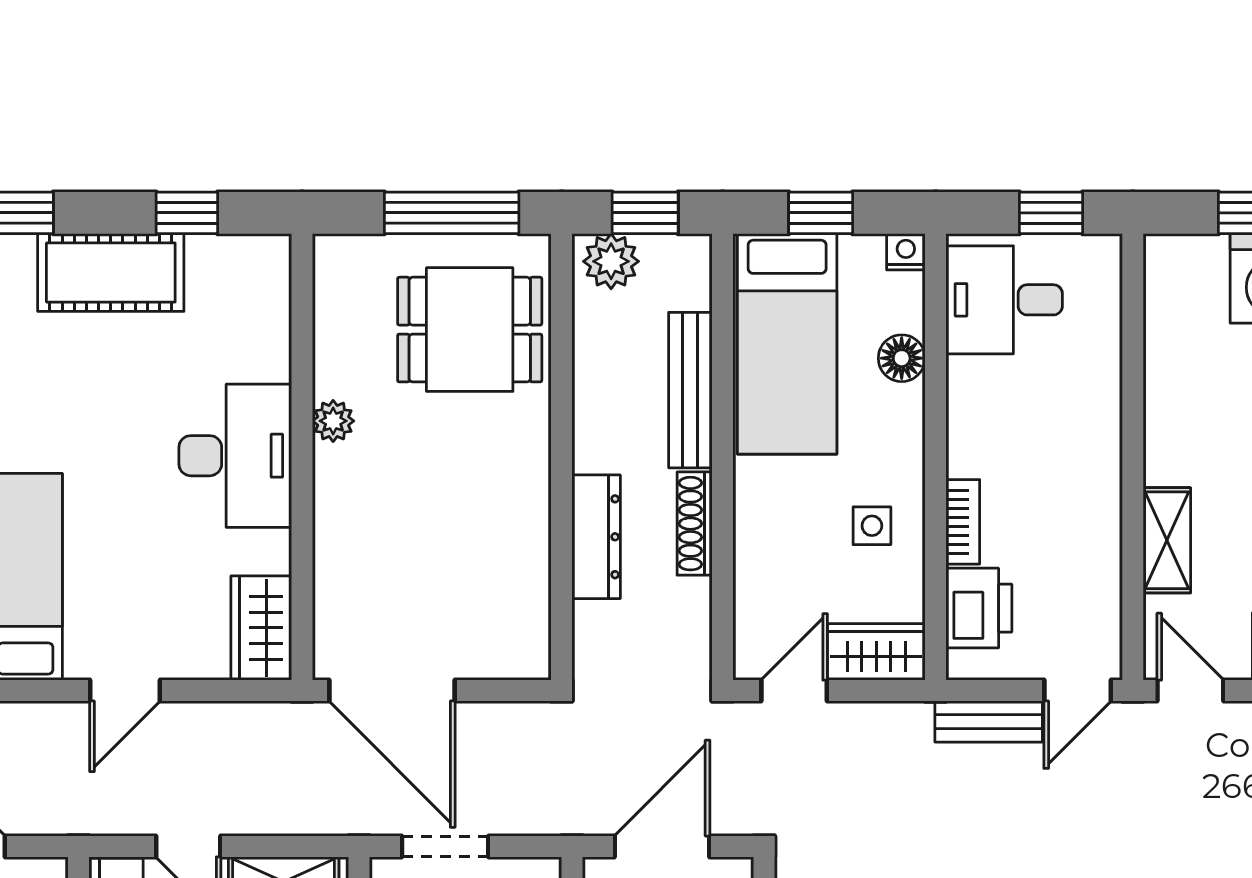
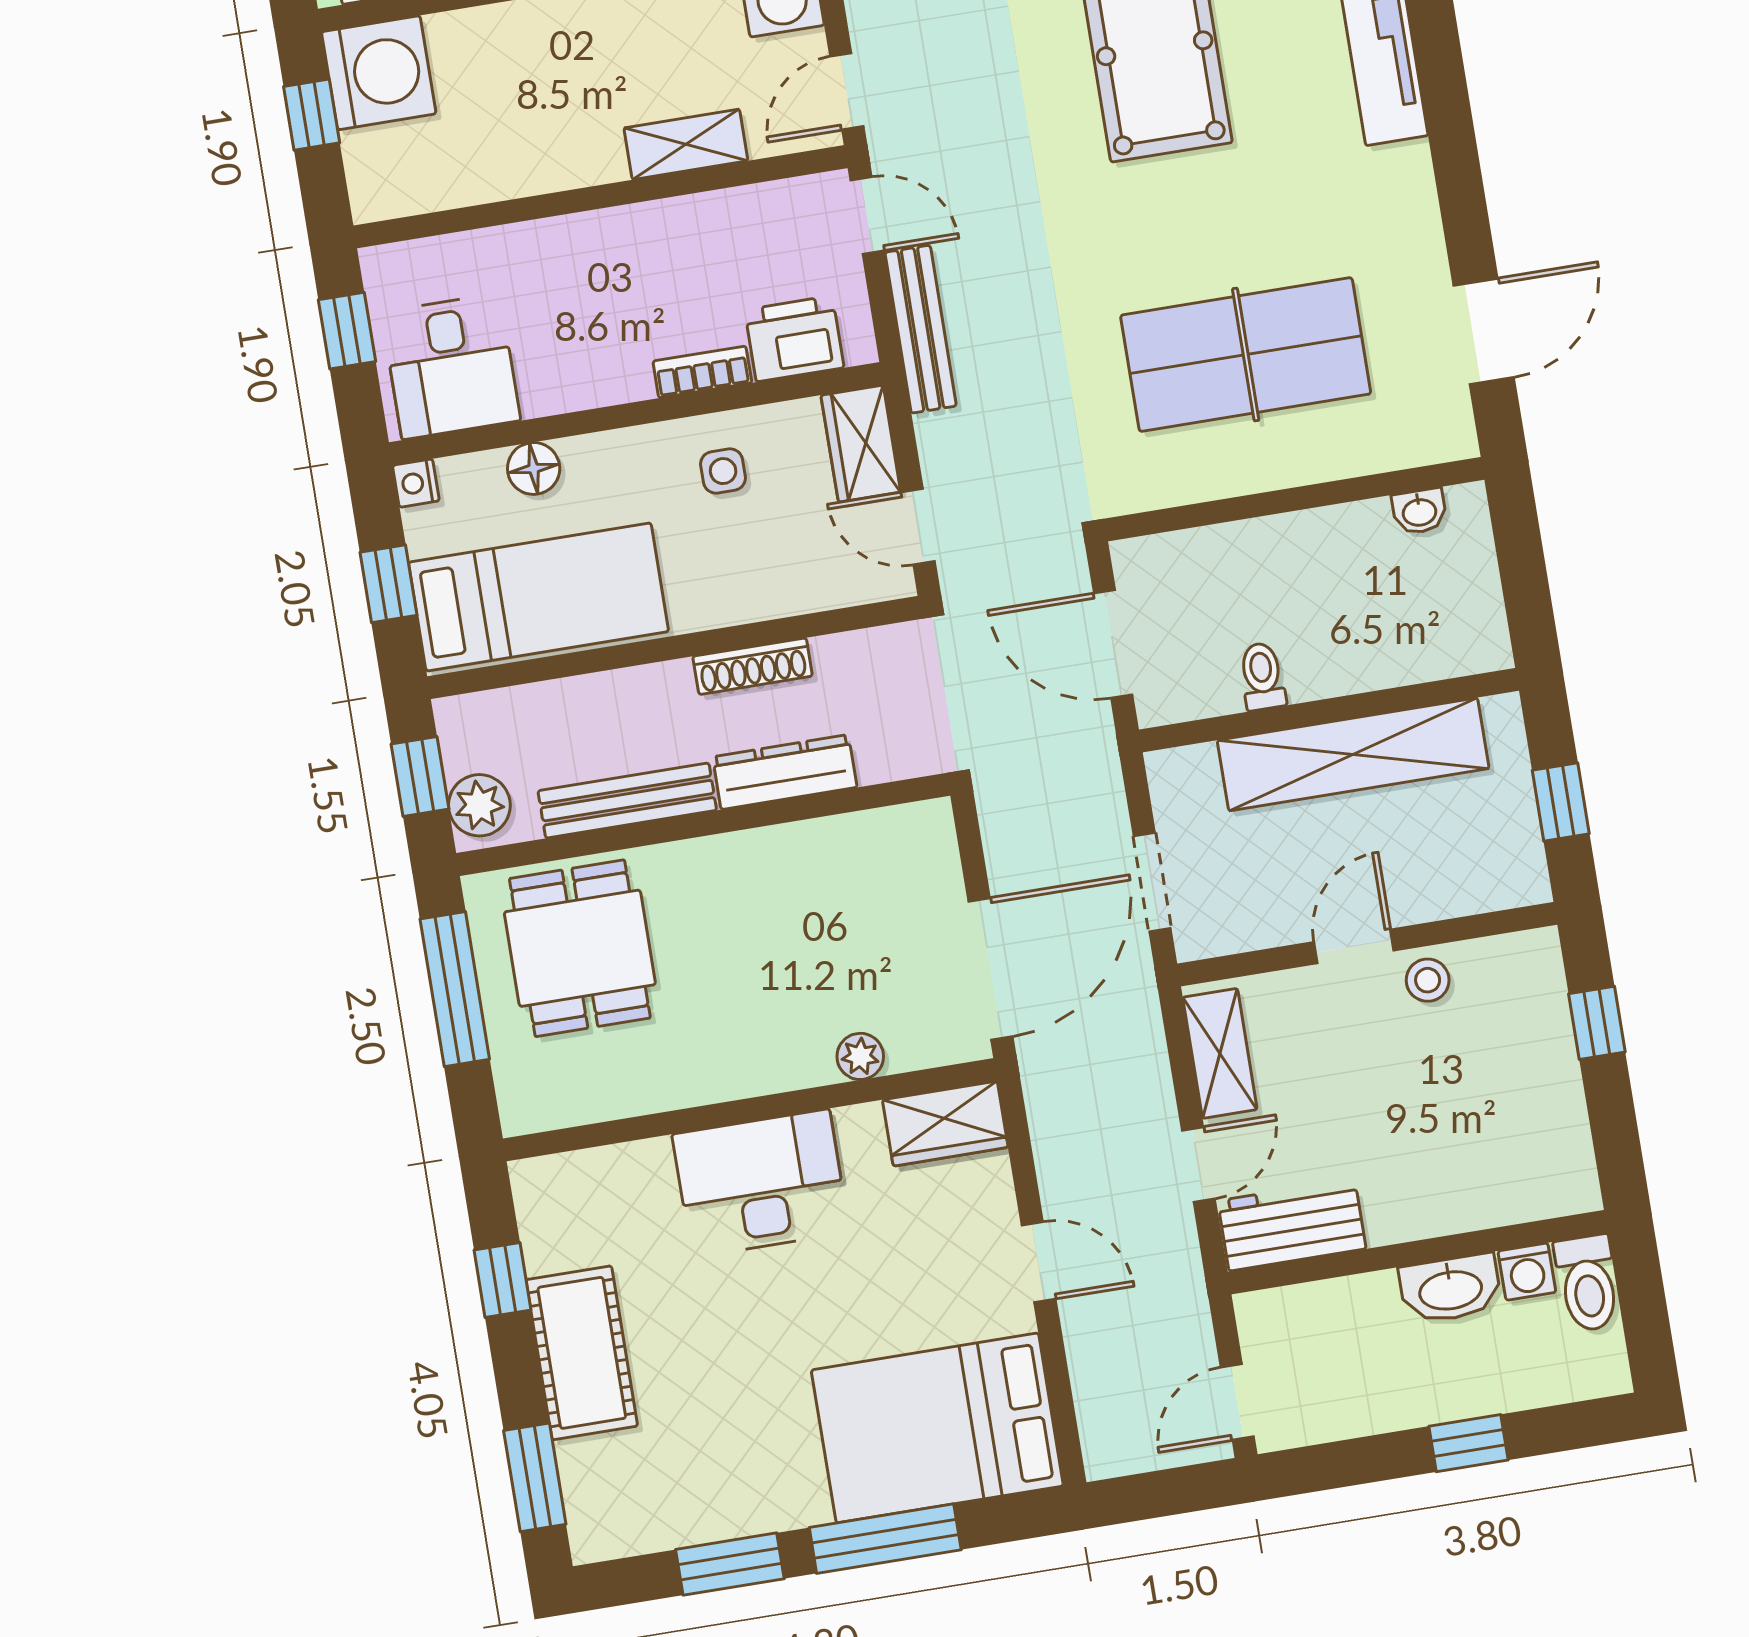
bench: (690, 390) -> (627, 801), moved
plant: (333, 421) -> (860, 1056), moved
bench: (989, 722) -> (921, 329), width x1.36

